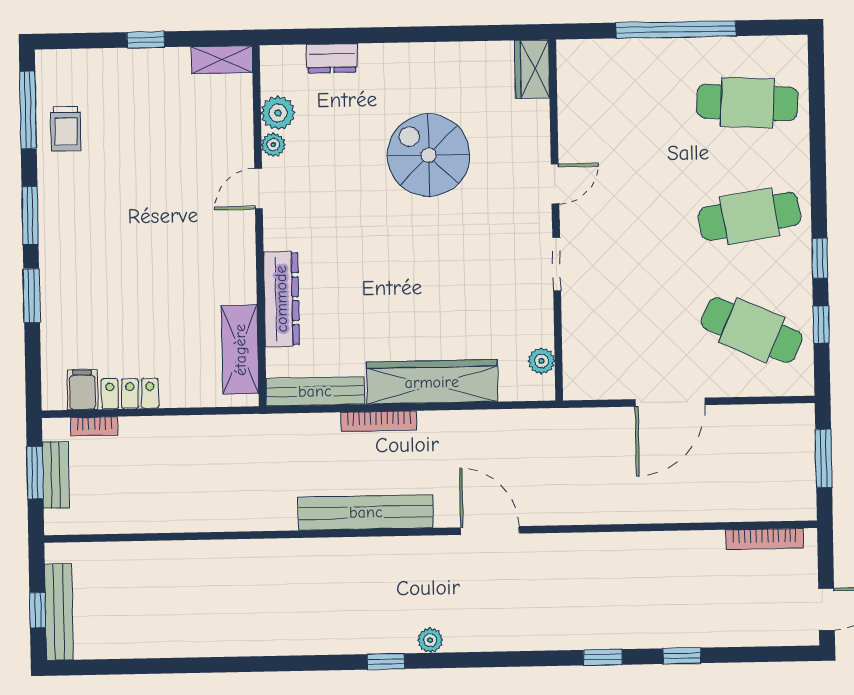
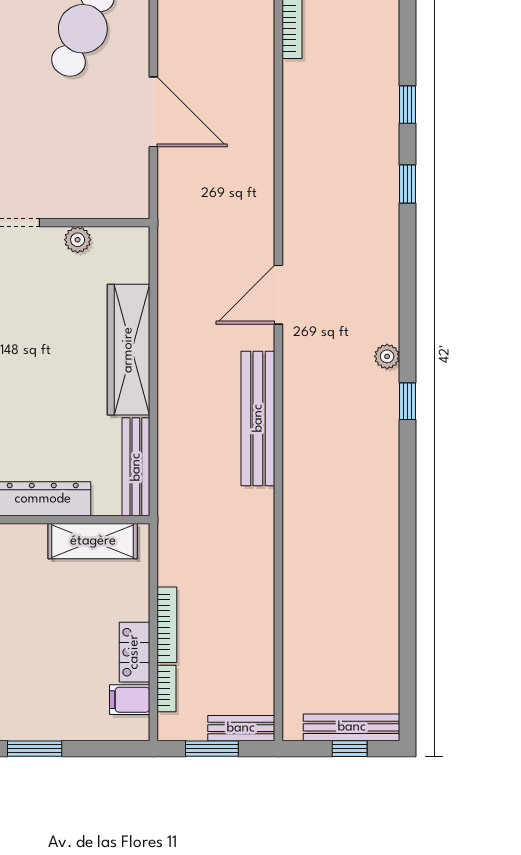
plant: (541, 361) -> (78, 240), moved
bookcase: (379, 421) -> (167, 625), moved
bench: (56, 475) -> (241, 728), moved

